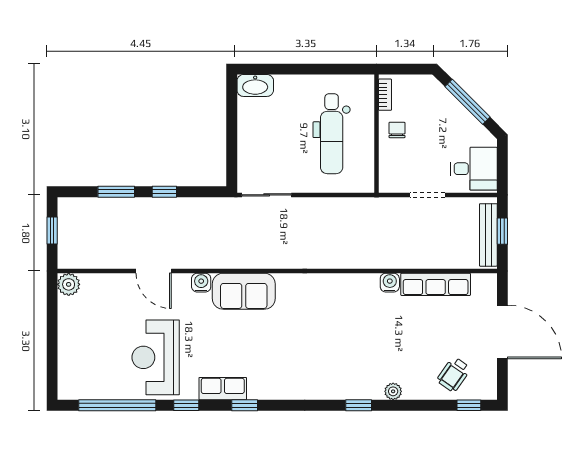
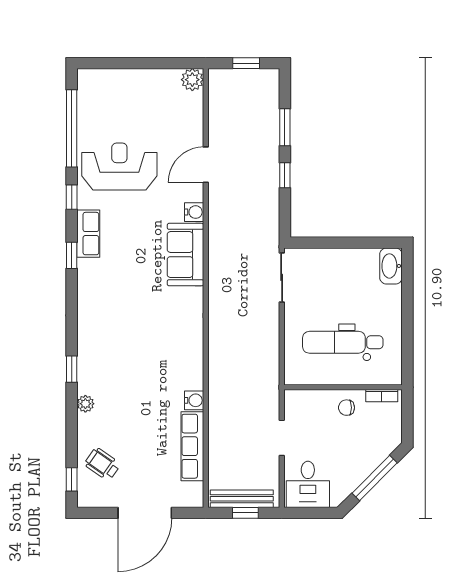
chair: (397, 130) -> (347, 408), turned 180

